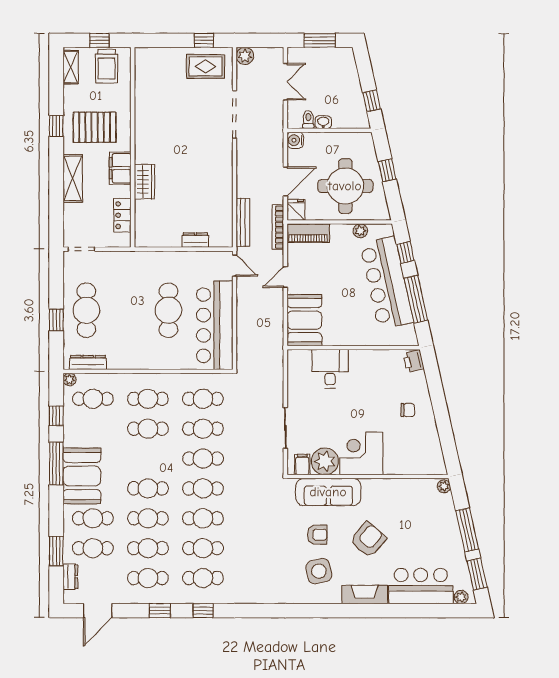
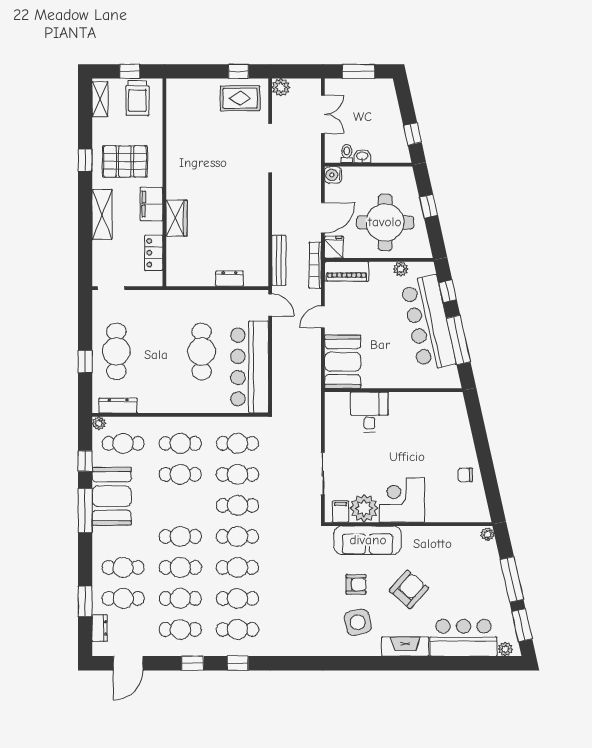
printer: (414, 361) -> (456, 404), removed
chair: (408, 410) -> (465, 475), moved, turned 180
booth: (82, 476) -> (112, 496), moved

